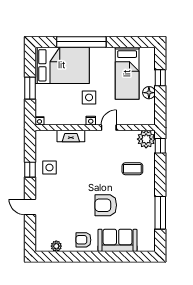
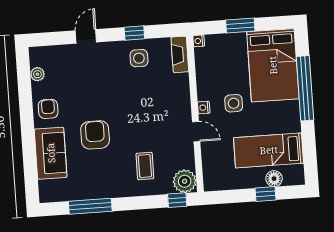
floor lamp: (149, 93) -> (274, 179), moved
fireplace: (71, 136) -> (180, 54), moved

